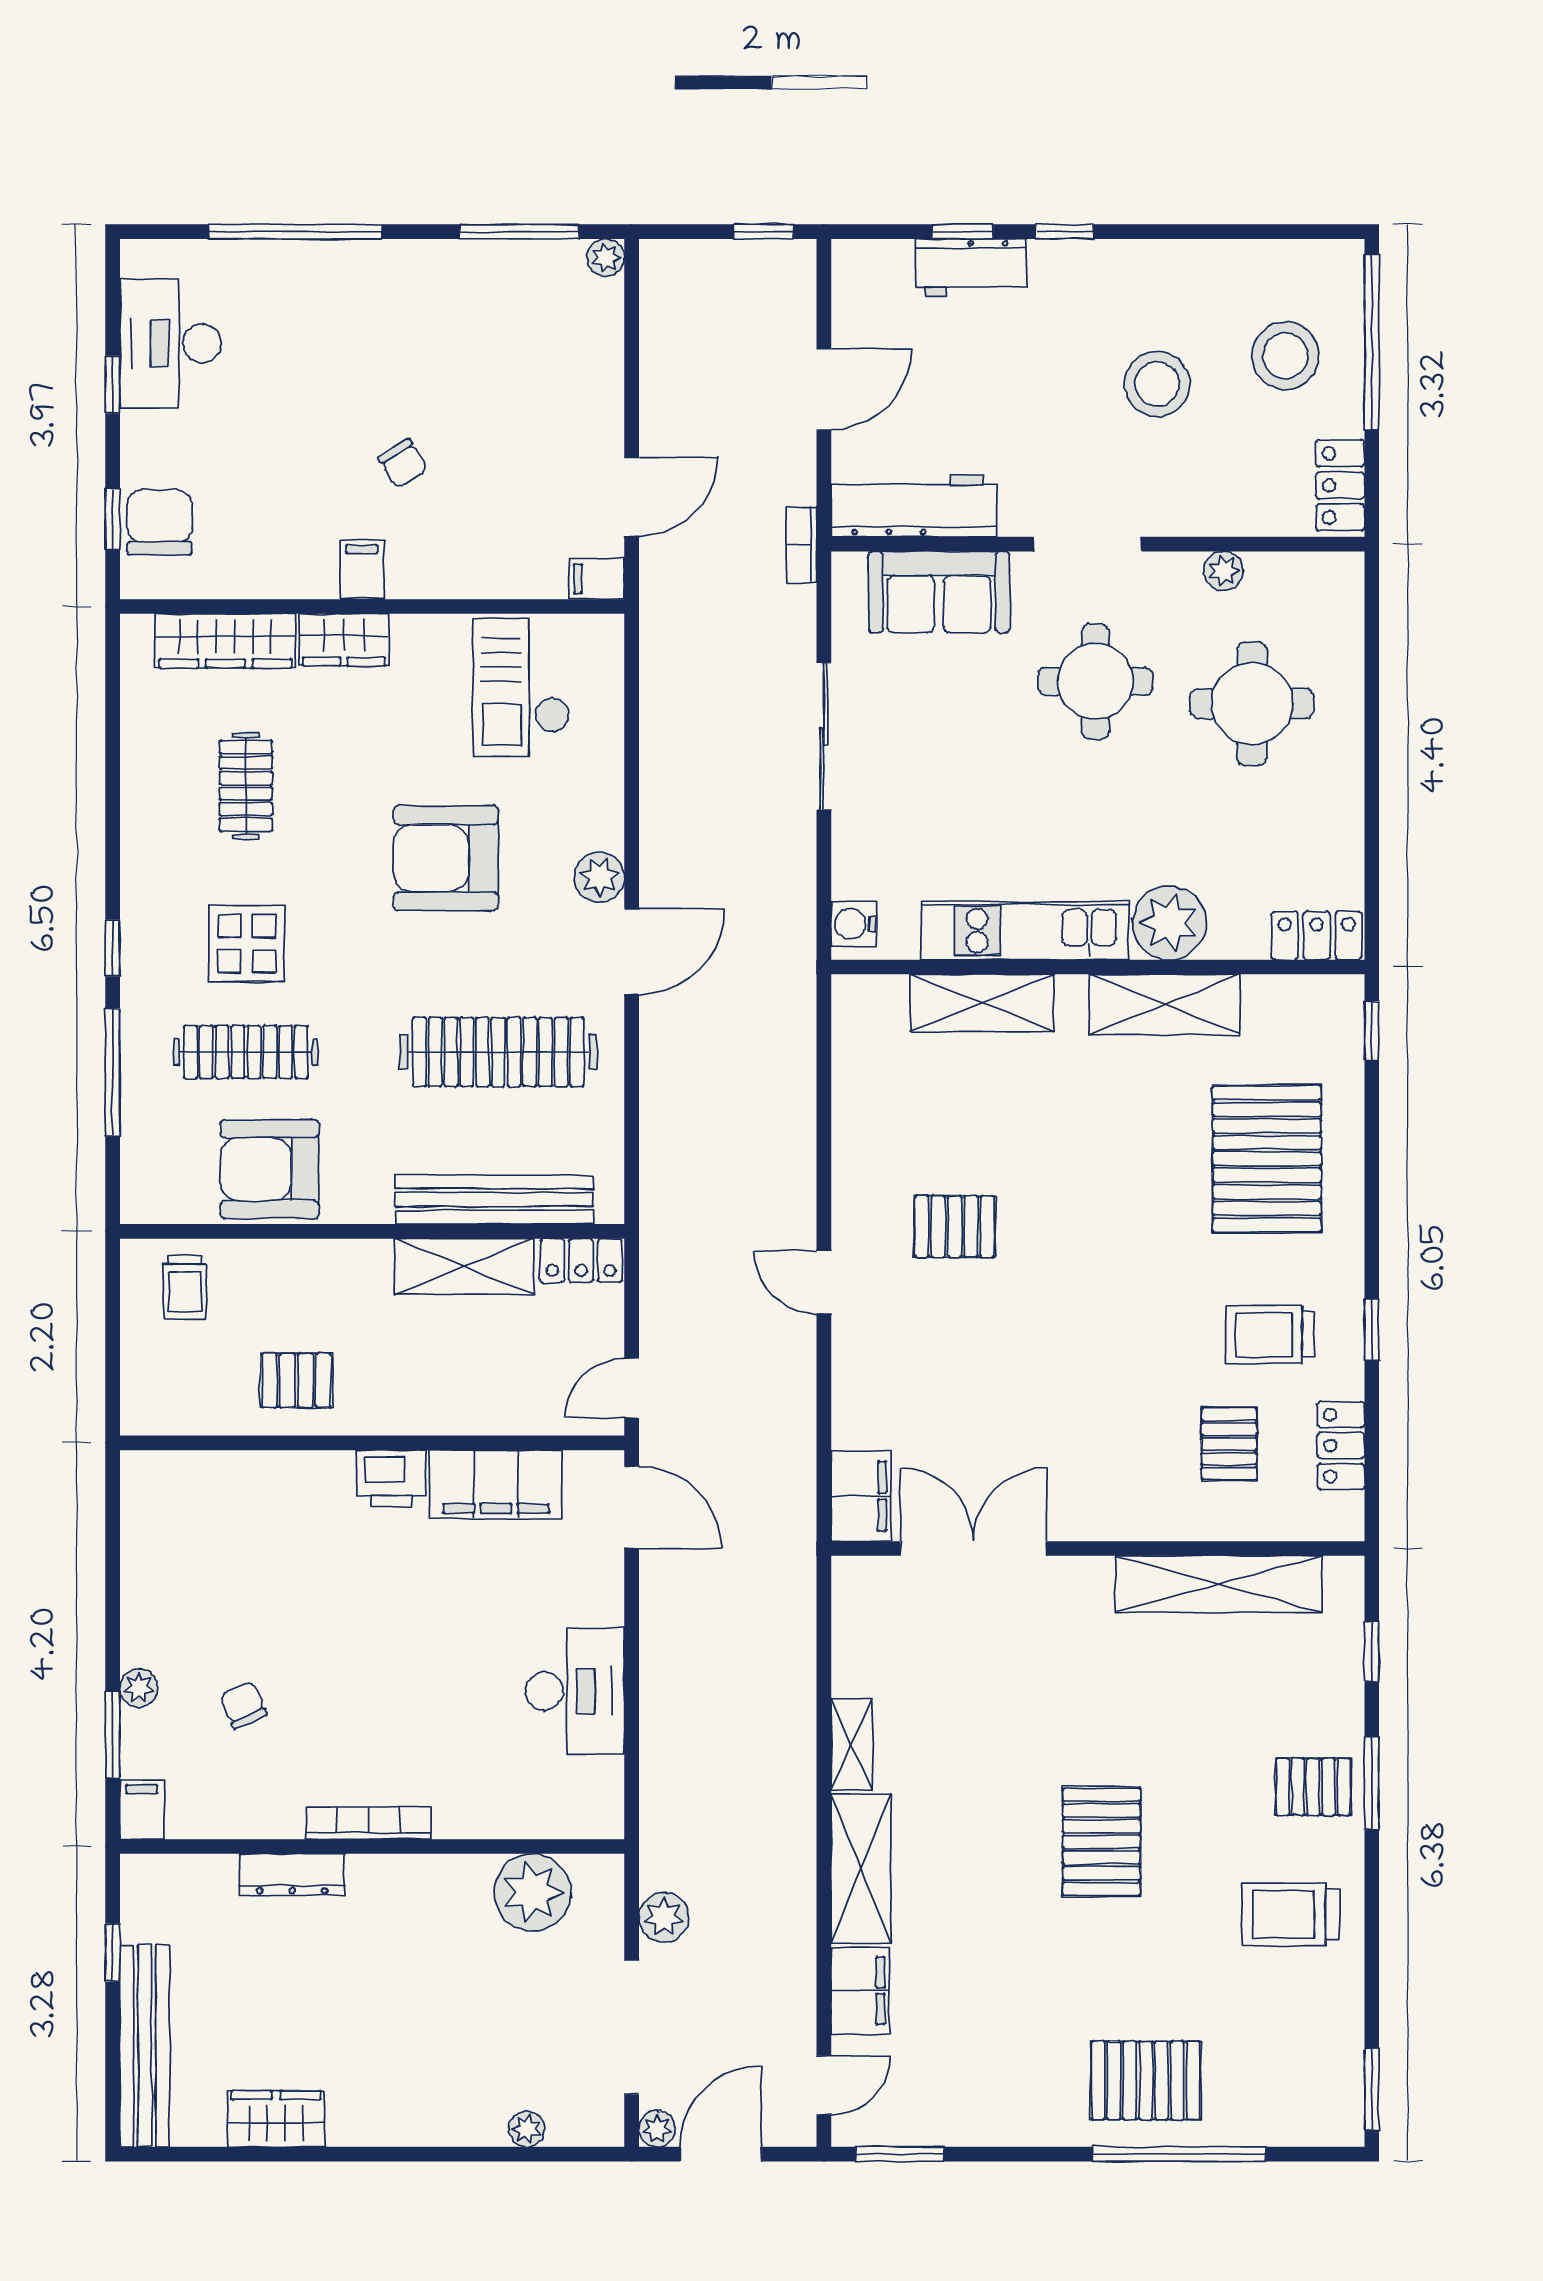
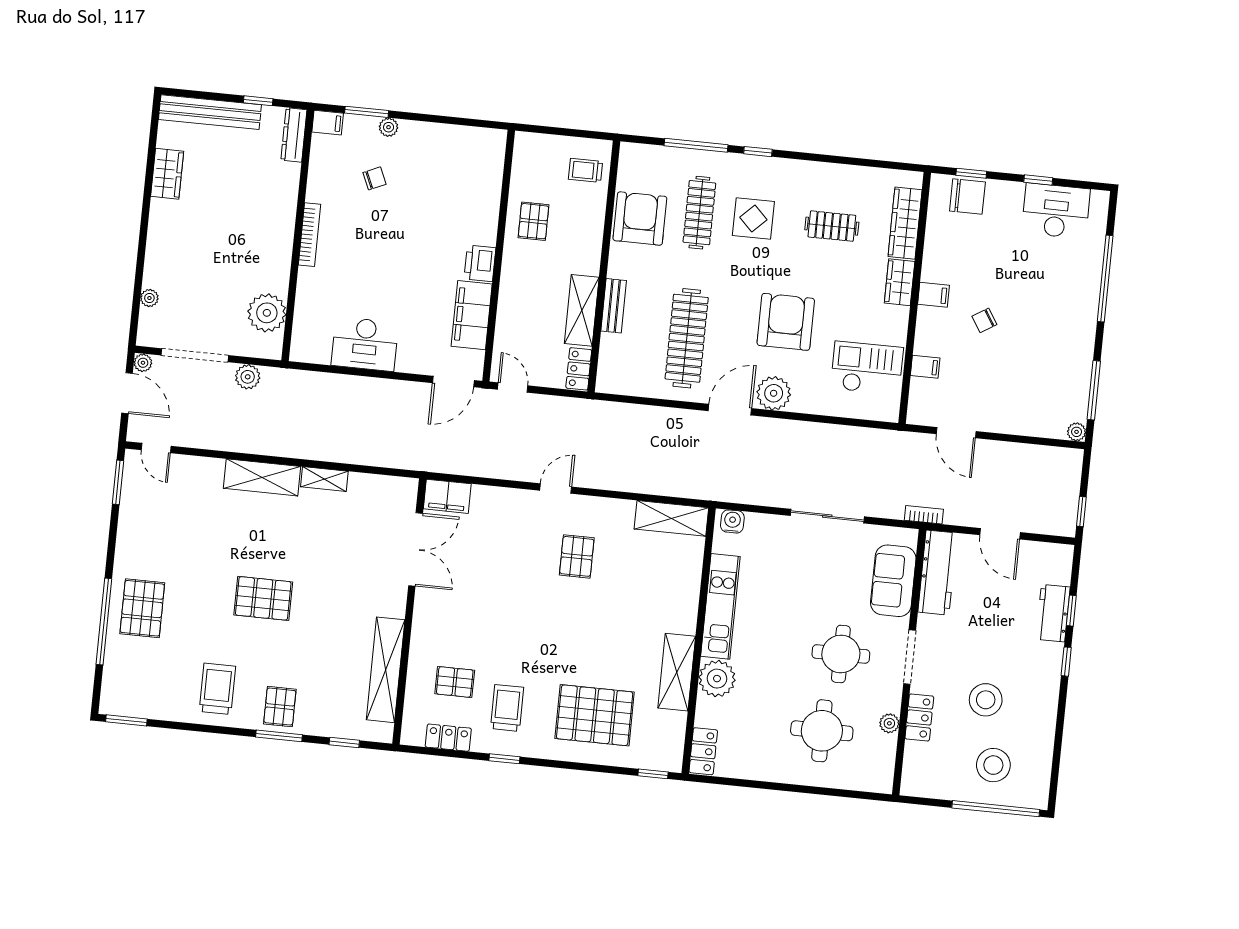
locker: (1340, 485) -> (919, 717), moved, turned 90
filing cabinet: (597, 579) -> (925, 367), moved, turned 90
plant: (599, 877) -> (774, 393), width x1.36, depth x1.36
door: (632, 951) -> (730, 410), swing flipped
shelving: (982, 1003) -> (671, 518), moved, turned 90
bench: (494, 1200) -> (614, 306), width x0.54, depth x0.82
dresser: (292, 1874) -> (294, 135), moved
filing cabinet: (860, 1991) -> (201, 471), removed

